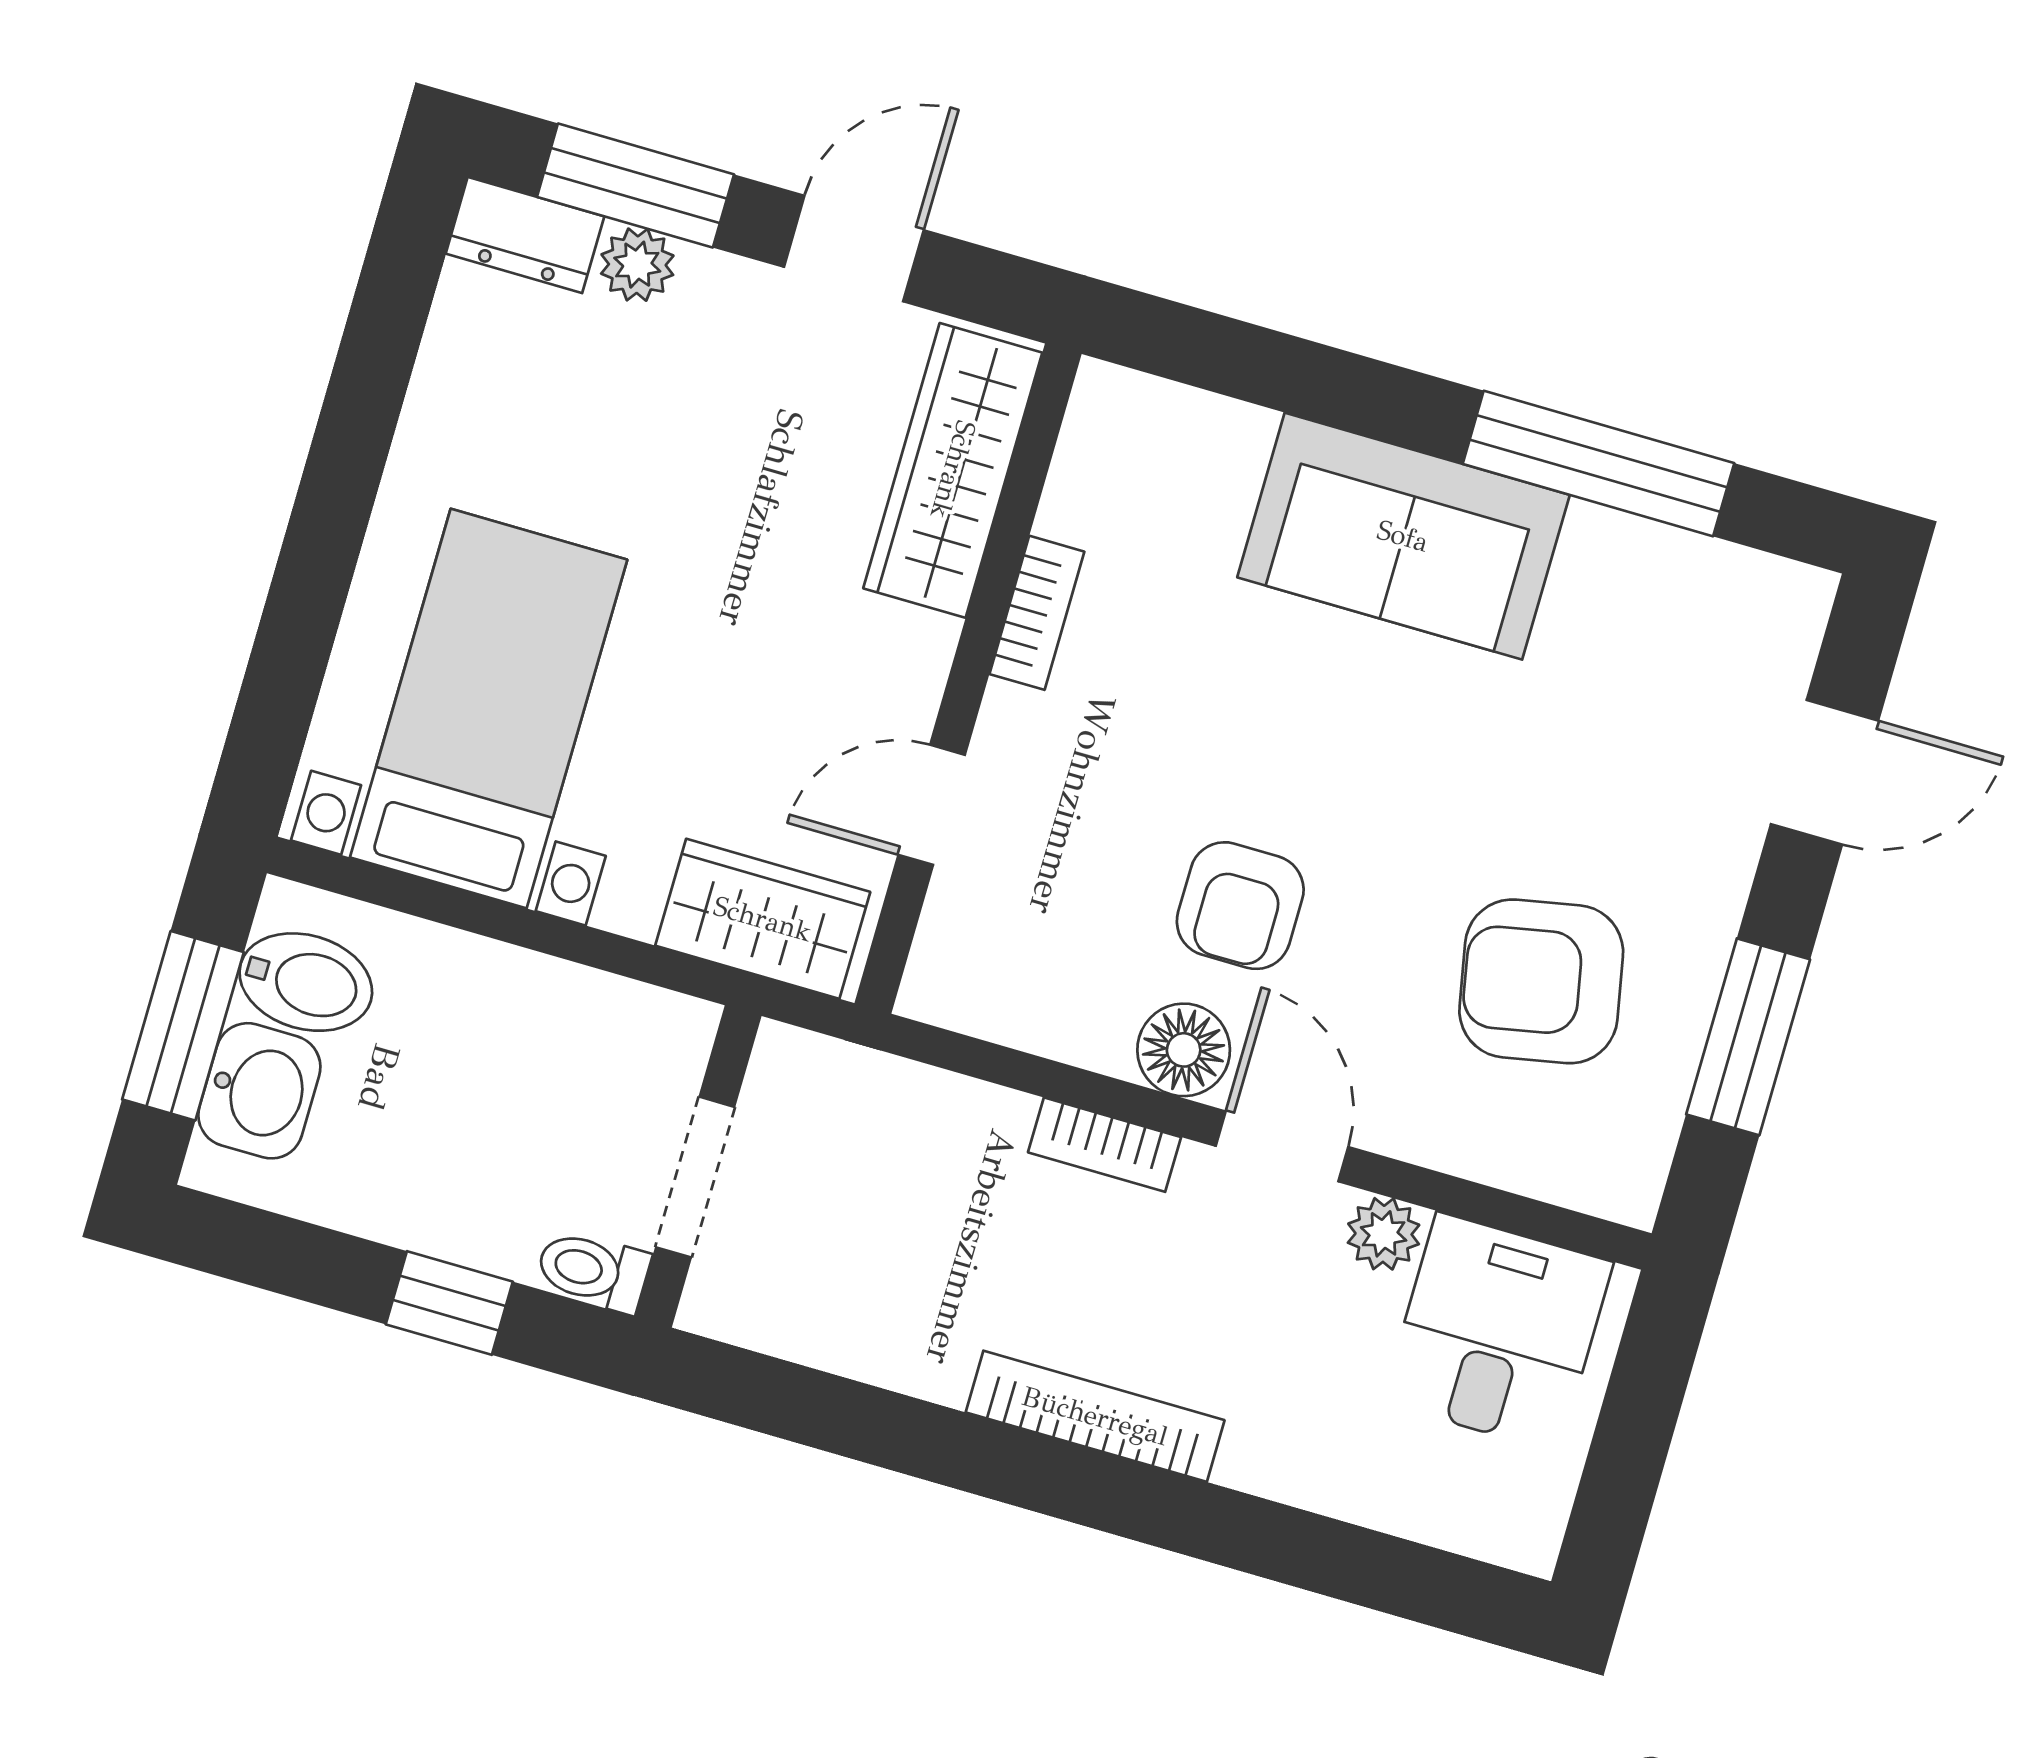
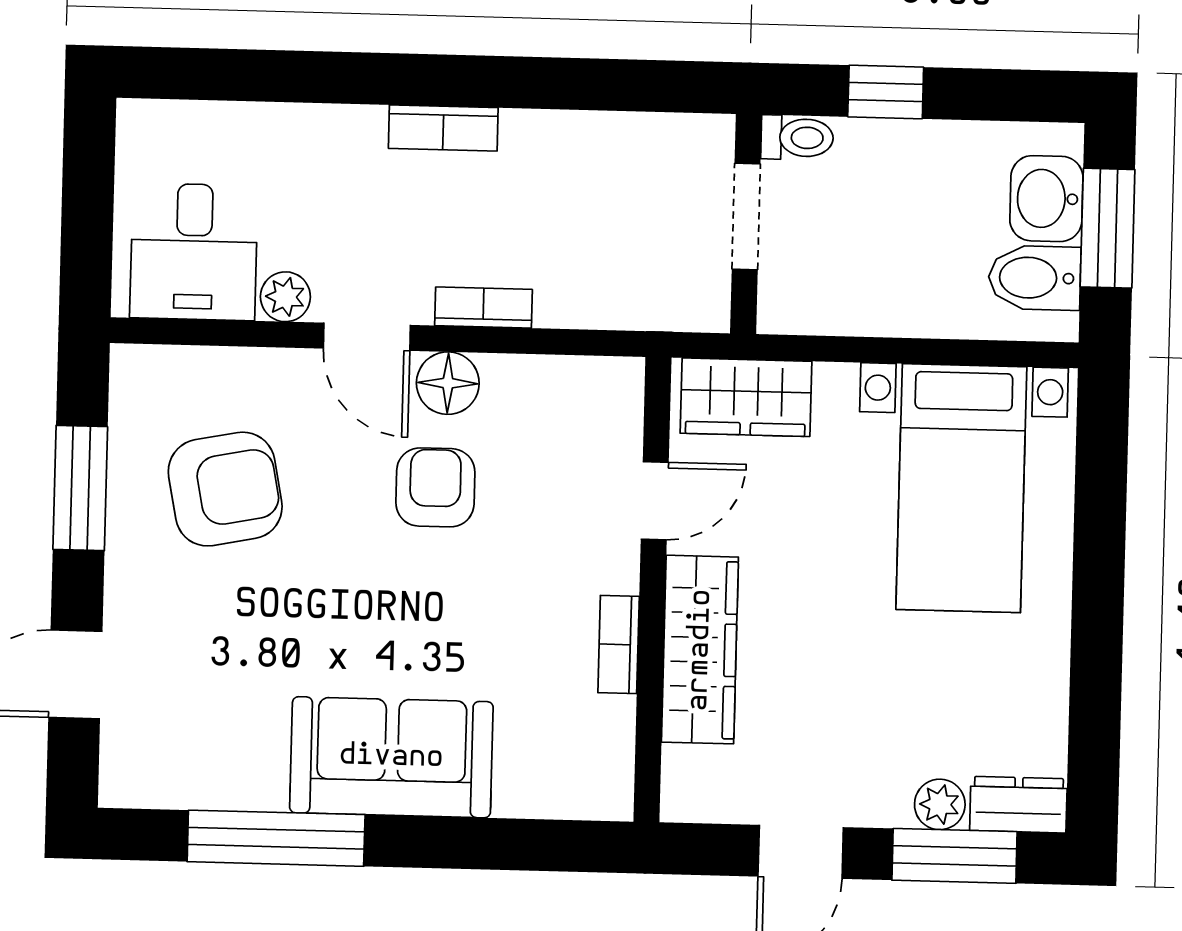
wardrobe: (953, 470) -> (700, 650), moved
bookcase: (1095, 1416) -> (443, 128), width x0.64

